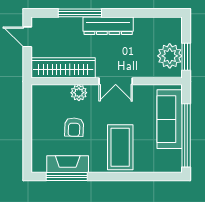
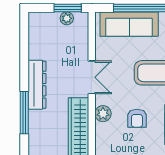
plant: (170, 56) -> (67, 18), width x0.53, depth x0.53
armchair: (74, 127) -> (137, 118), turned 88

